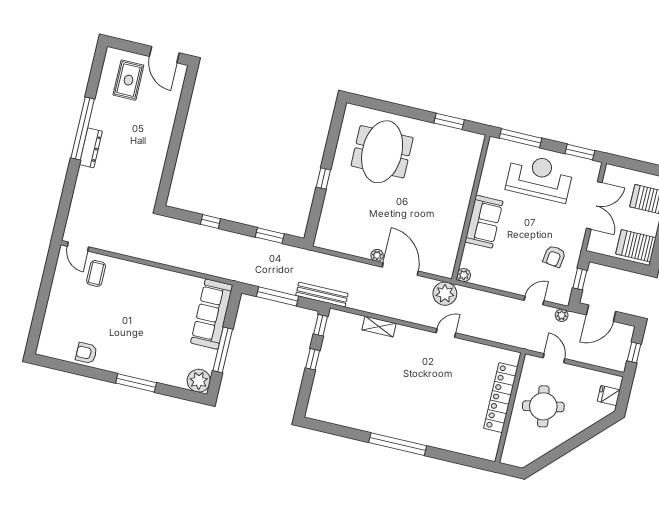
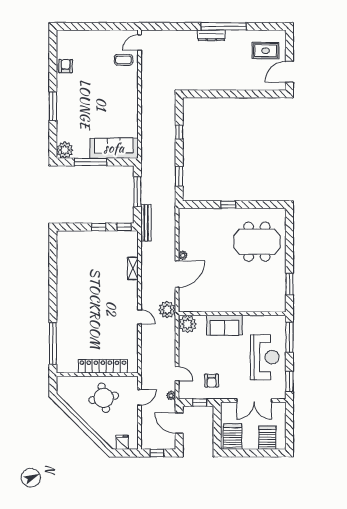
armchair: (554, 256) -> (212, 381), turned -98
plant: (464, 275) -> (187, 324), width x1.88, depth x1.88
window: (398, 444) -> (53, 344), moved

